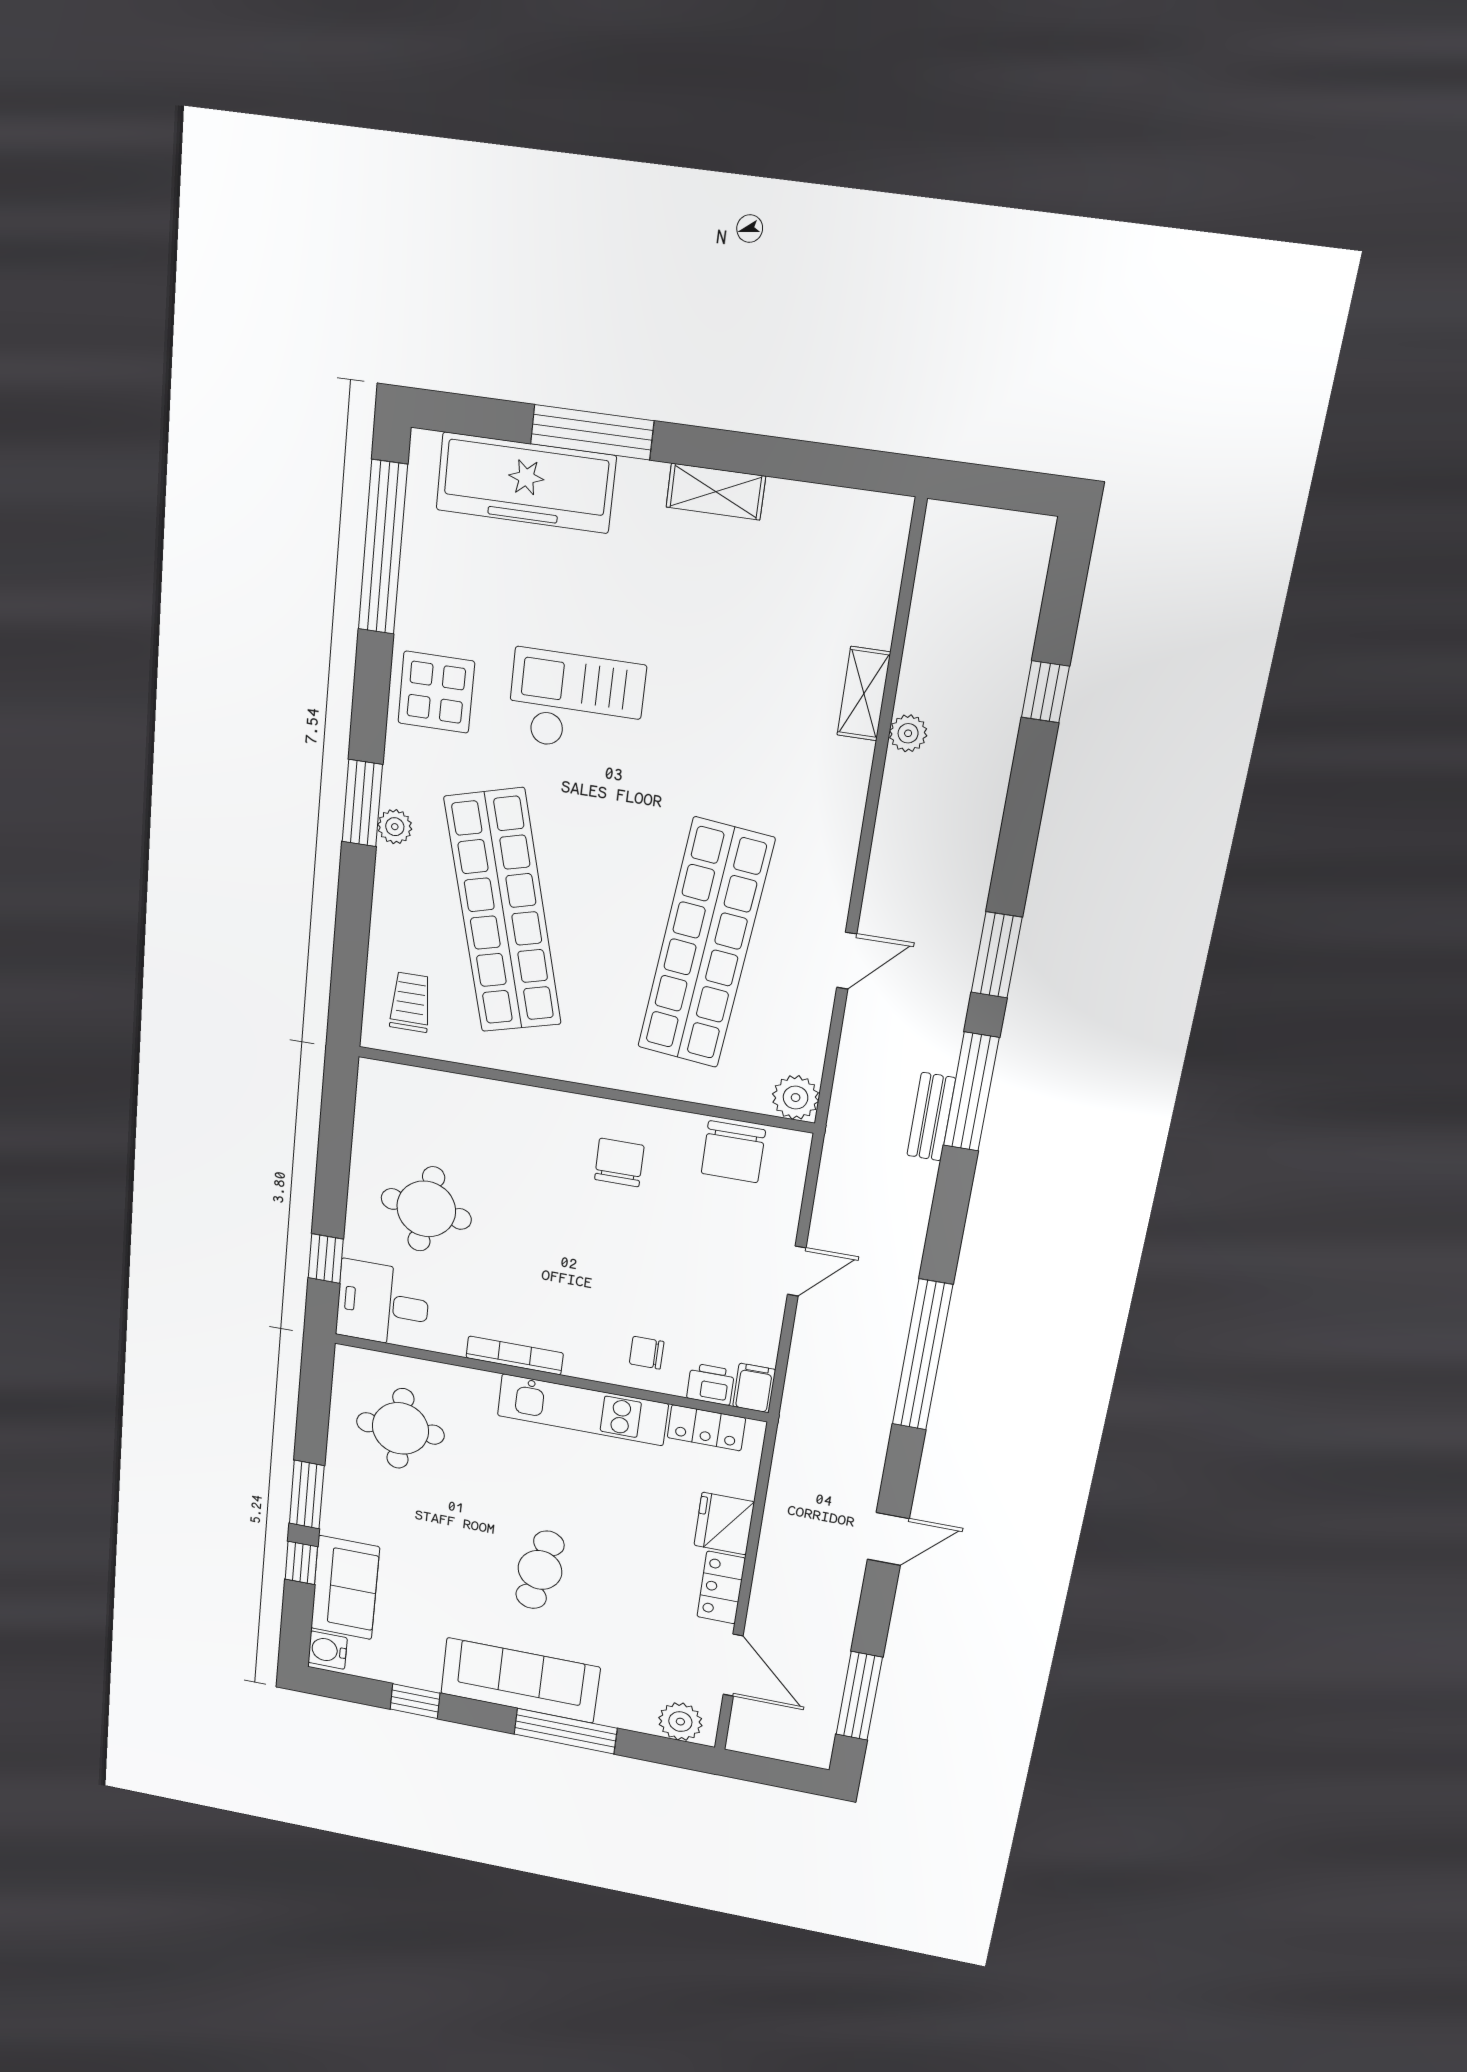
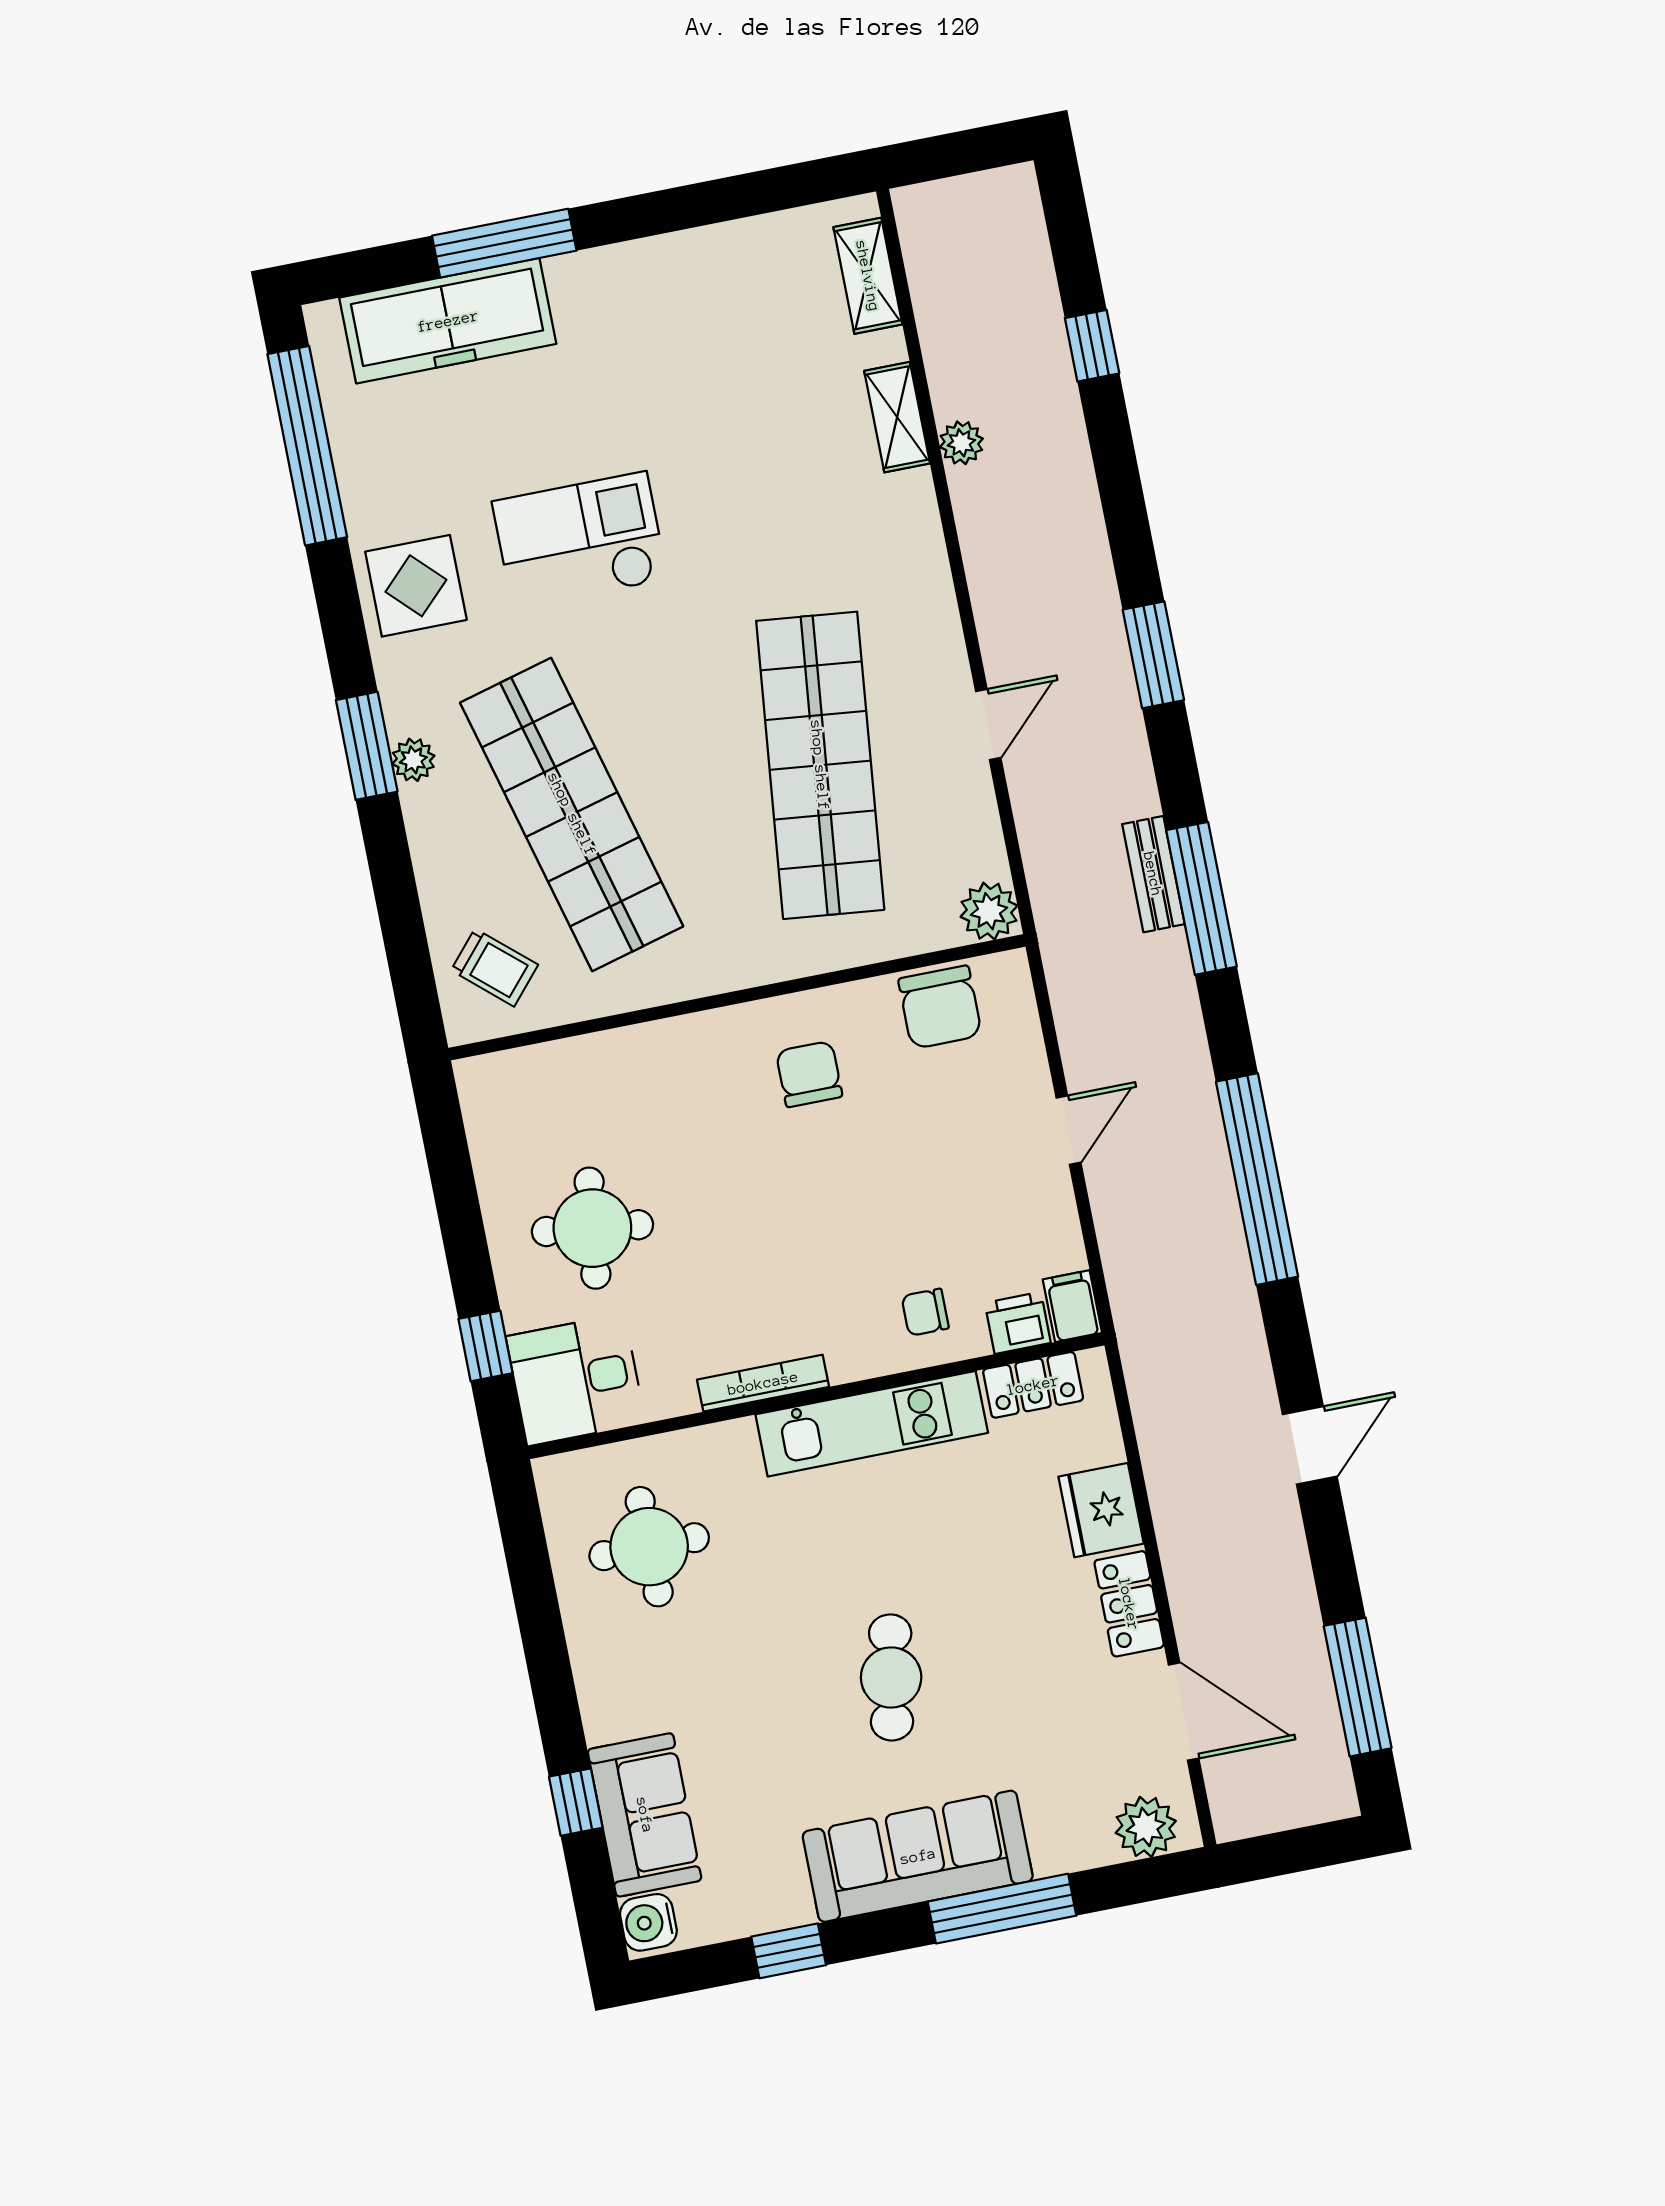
shelving: (716, 492) -> (868, 276), moved, turned 90
trolley: (410, 1002) -> (495, 968), turned 131
window: (971, 1092) -> (1201, 898), moved
window: (307, 1495) -> (555, 1695), removed

